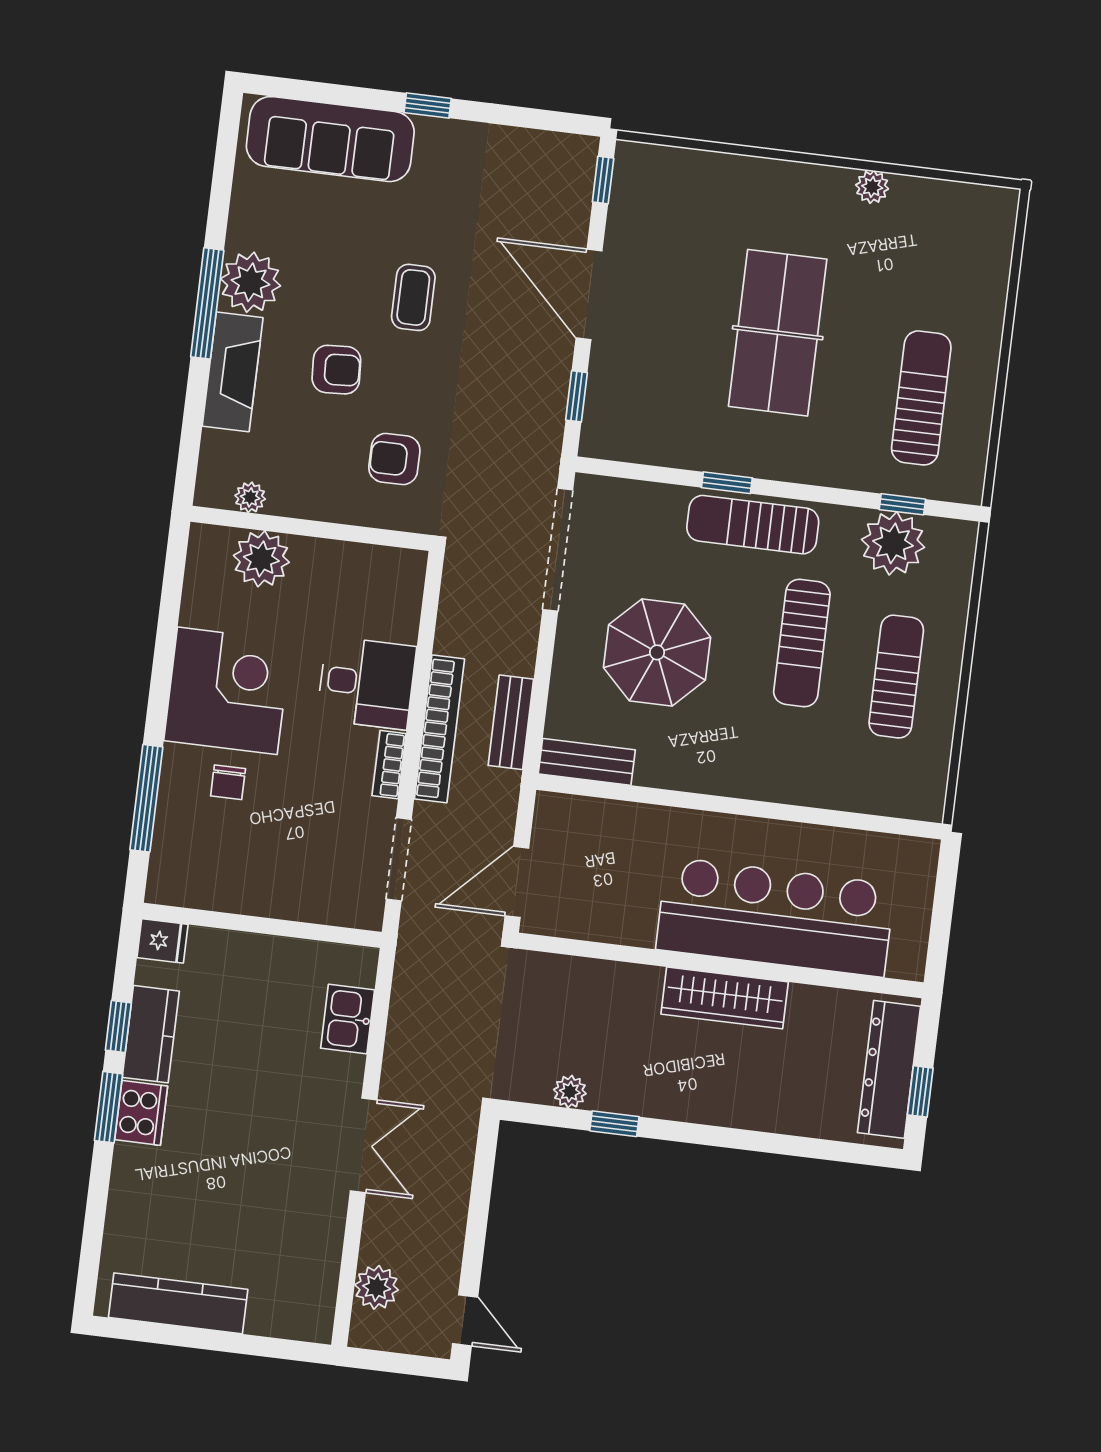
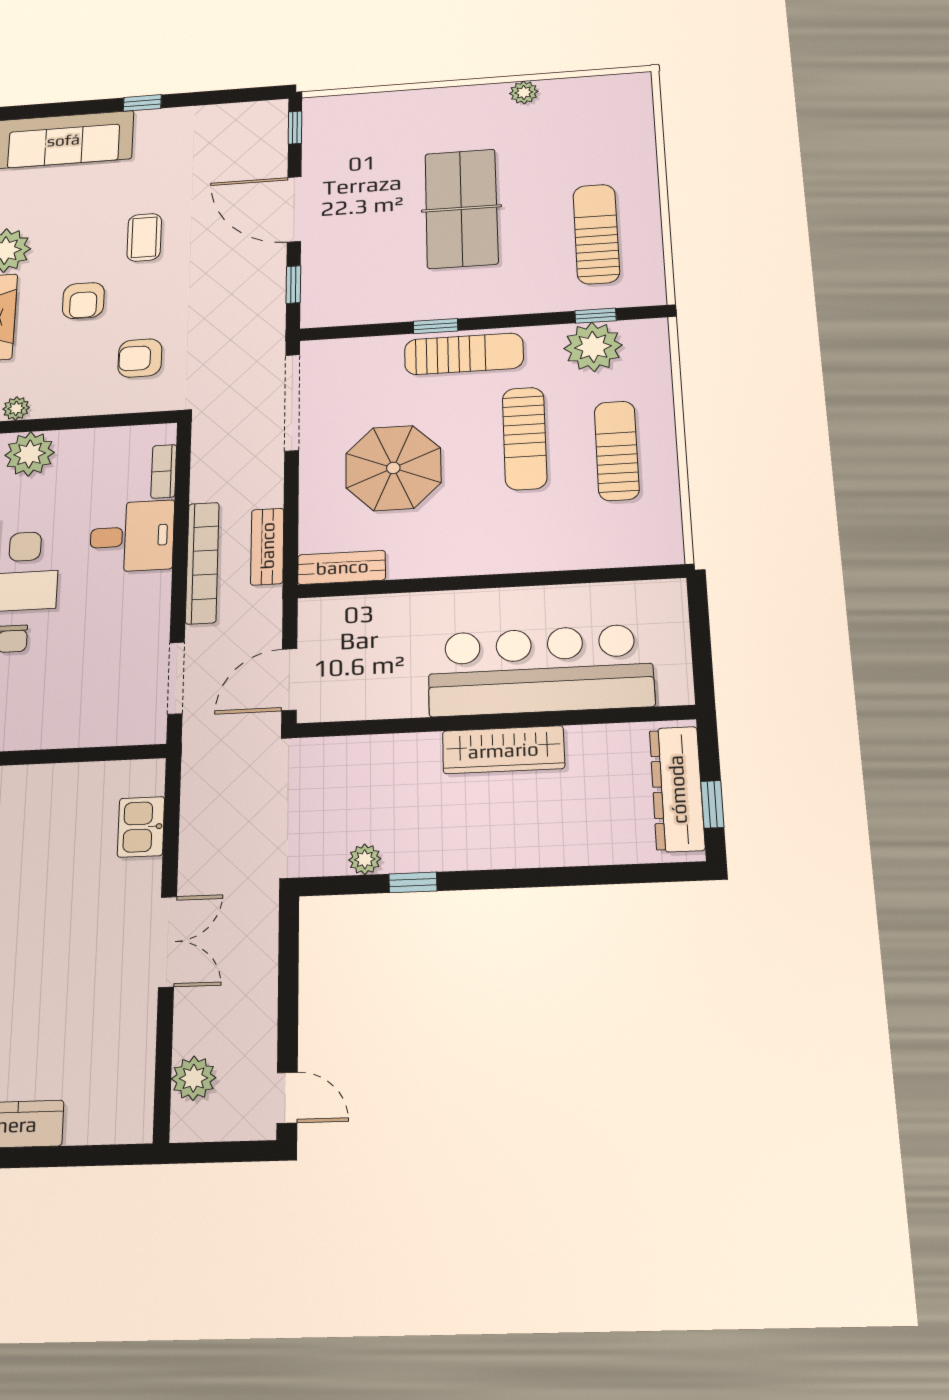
armchair: (336, 370) -> (83, 301), turned 93
sun lounger: (753, 525) -> (464, 354), turned 180
bookcase: (389, 765) -> (164, 471), moved

